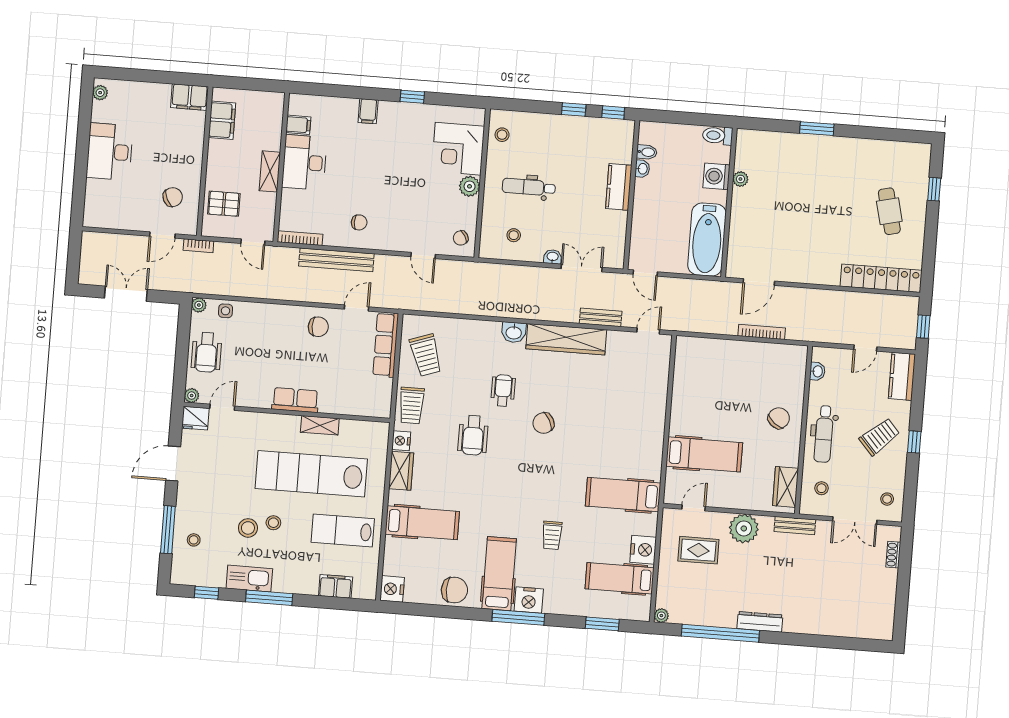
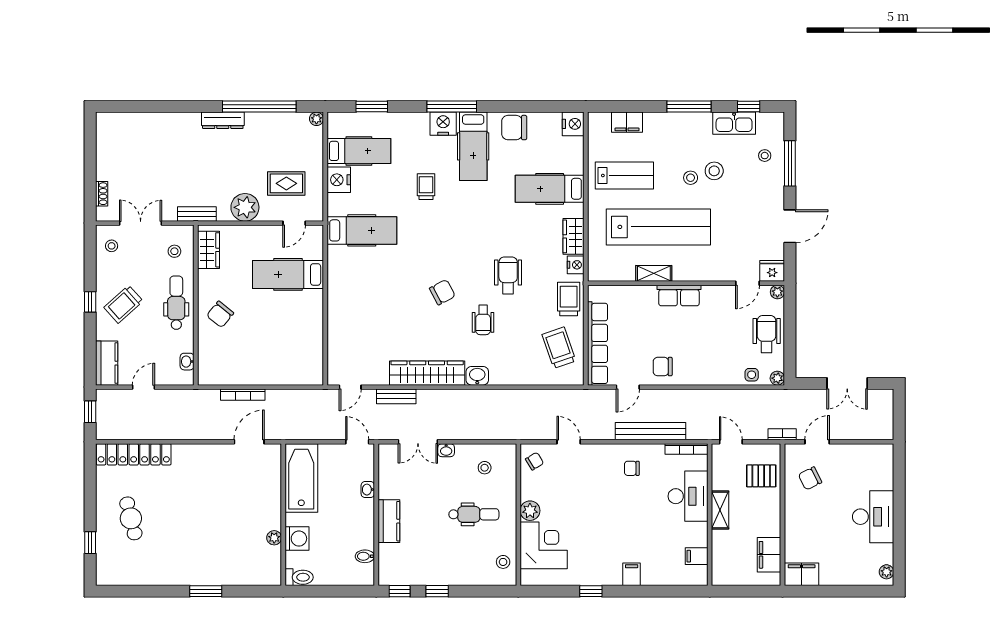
desk: (304, 162) -> (688, 496), moved
washbasin: (642, 169) -> (368, 490), moved
row of seats: (386, 345) -> (598, 343), width x1.36
kitchen sink: (249, 579) -> (734, 123), moved

